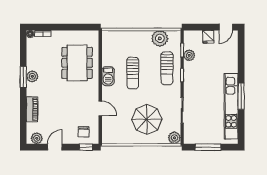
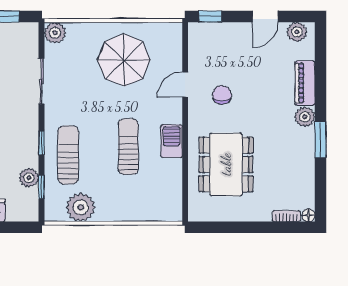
plant: (32, 76) -> (305, 117), moved
door: (100, 108) -> (185, 85), hinge flipped
parasol: (147, 119) -> (124, 60), moved
chair: (84, 132) -> (222, 95), moved

